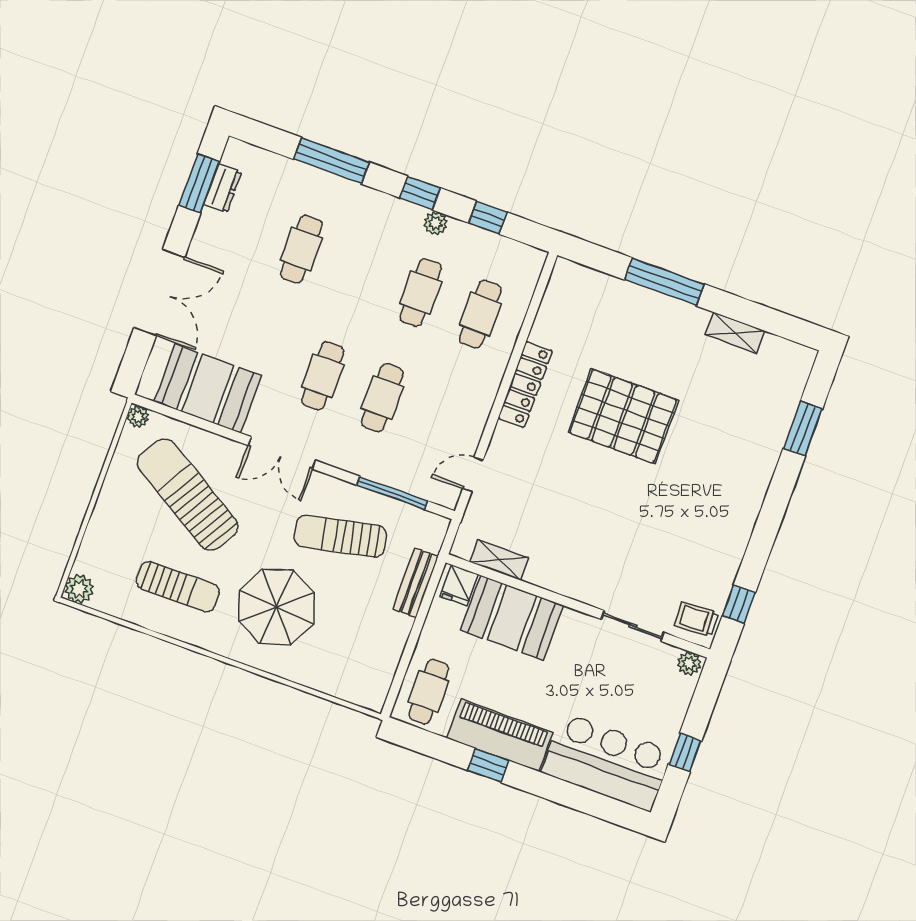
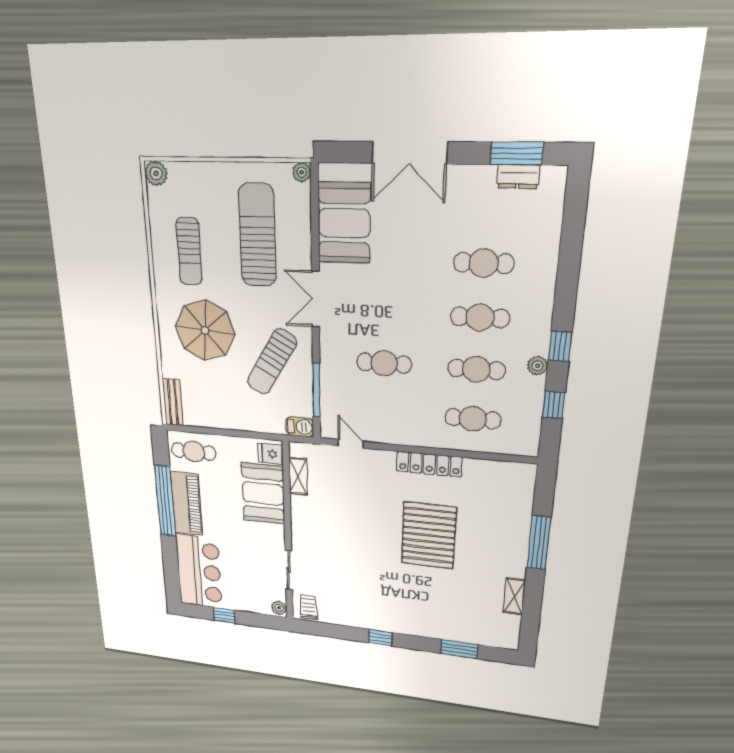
window: (331, 161) -> (569, 264), removed
cafe table: (323, 376) -> (480, 318), moved
sun lounger: (188, 495) -> (257, 235), turned -31
barbecue: (433, 532) -> (300, 427), added
sun lounger: (340, 536) -> (272, 362), turned -138
bench: (416, 583) -> (173, 402), moved, turned 90
window: (739, 604) -> (380, 638), moved
window: (488, 765) -> (165, 501), width x3.17

